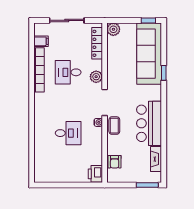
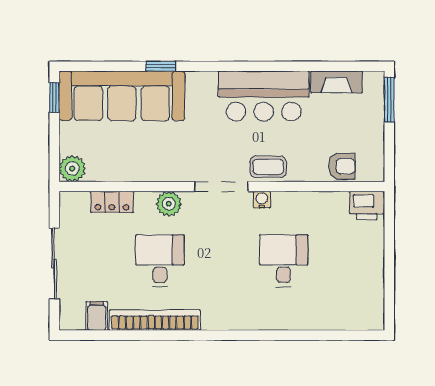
locker: (97, 43) -> (112, 202), width x0.66
desk: (68, 72) -> (160, 261), turned 180

